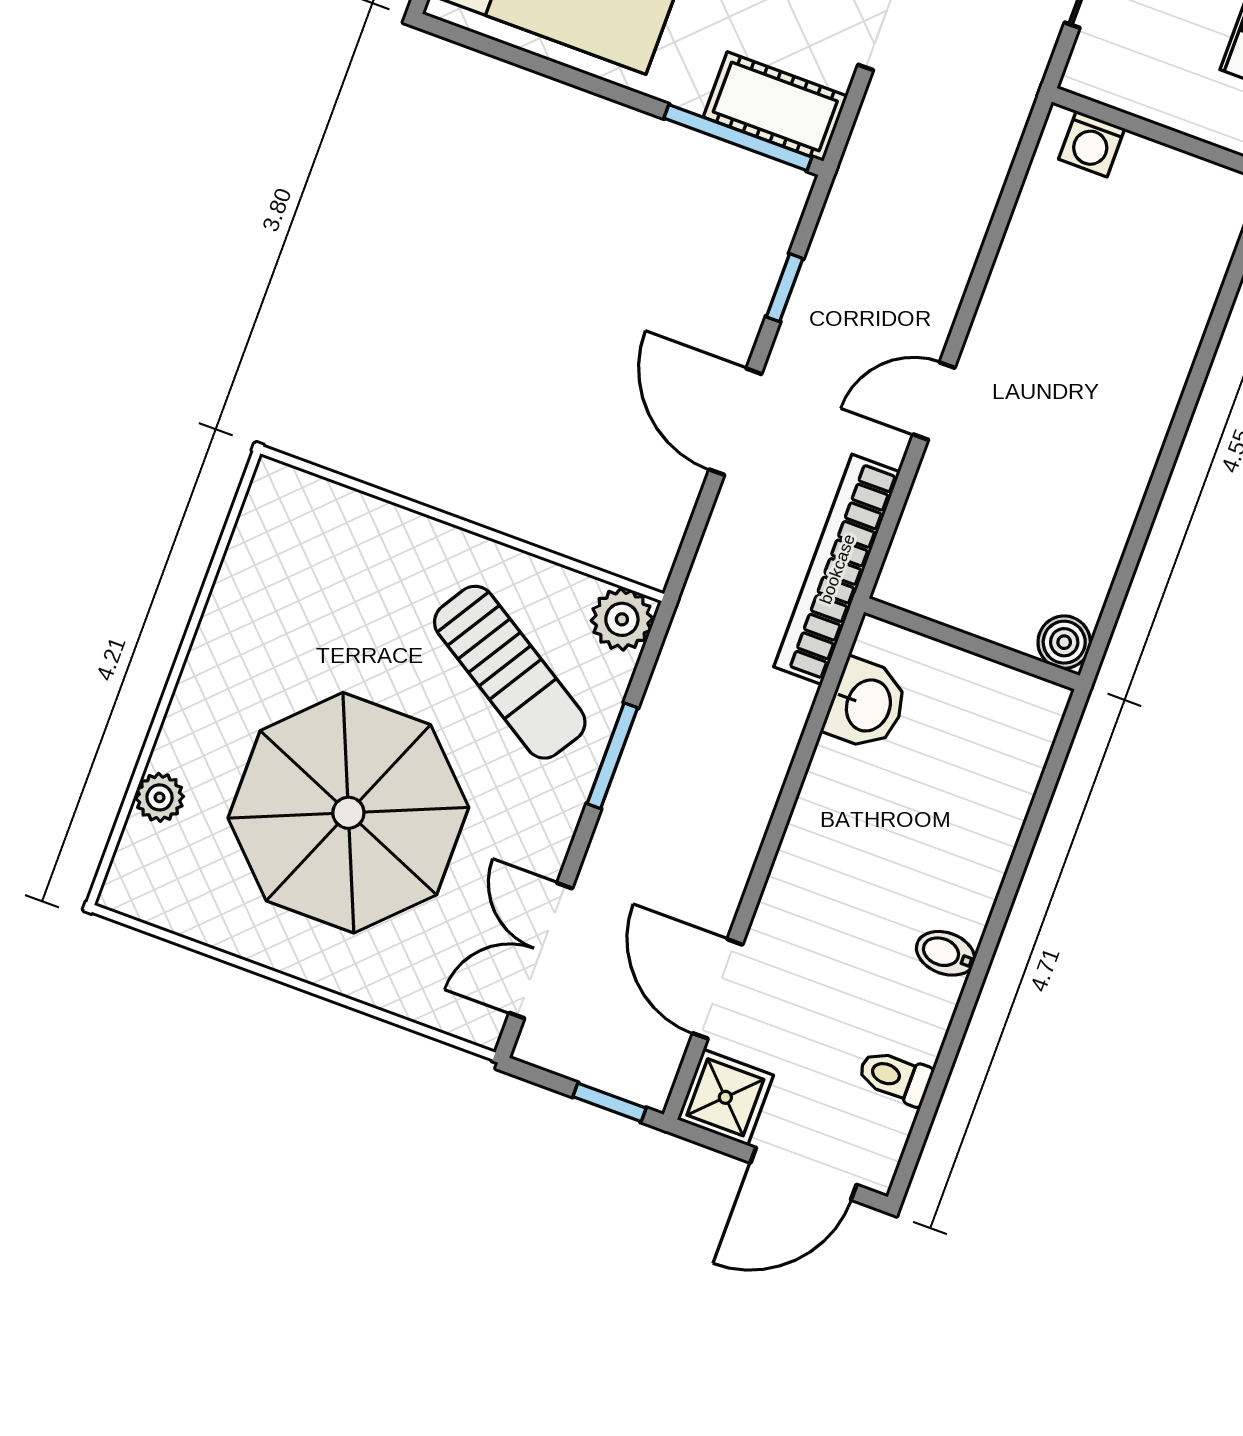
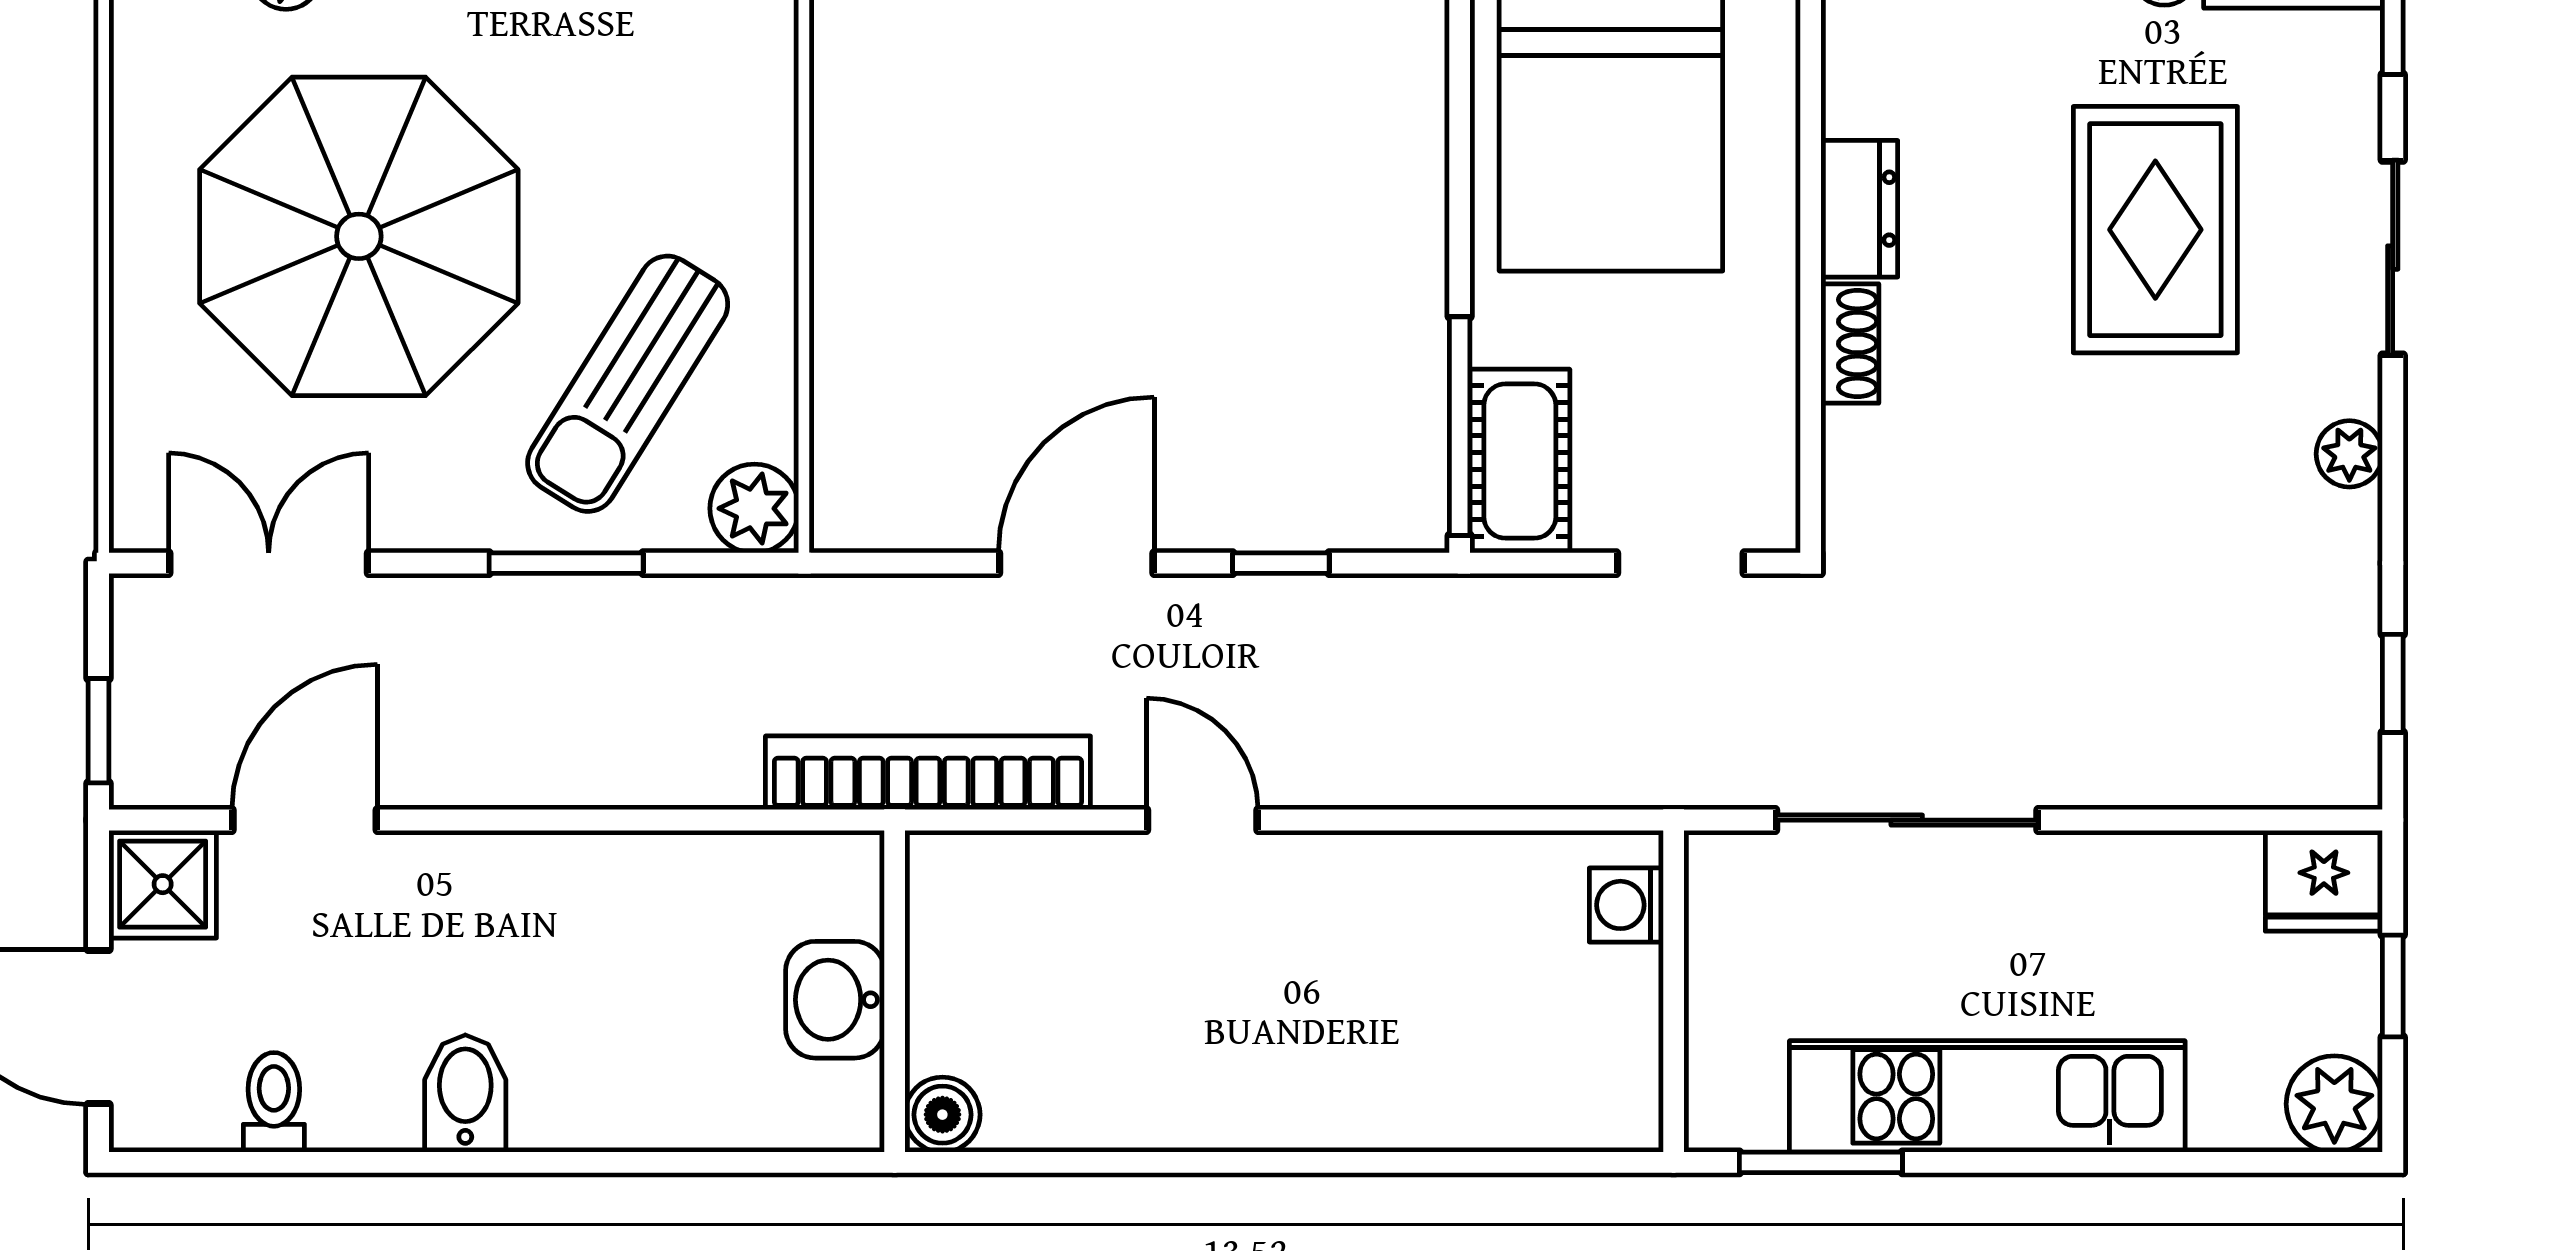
washbasin: (866, 705) -> (835, 1000), moved, turned 90
bidet: (946, 953) -> (465, 1093), width x1.38, depth x1.36

